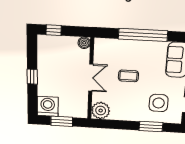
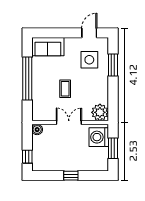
washing machine: (48, 106) -> (99, 137), moved

